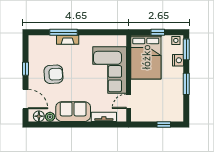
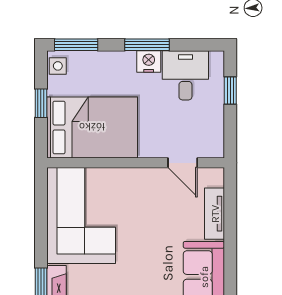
nightstand: (178, 60) -> (149, 62), moved
corner sofa: (110, 70) -> (81, 216), moved, turned -90
desk: (171, 103) -> (185, 75), added

